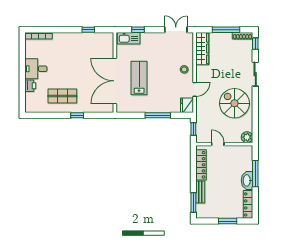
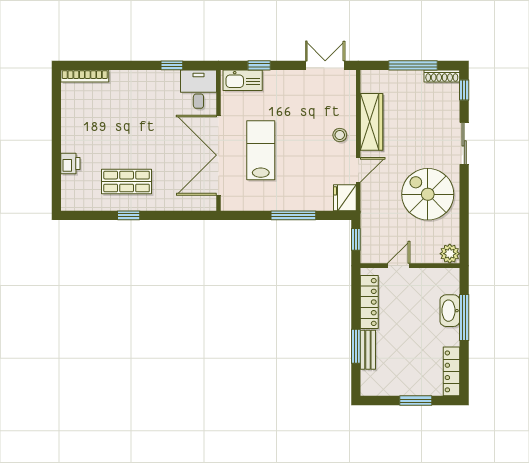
wardrobe: (202, 49) -> (371, 122), moved
desk: (36, 69) -> (198, 89), moved, turned 90
window: (77, 115) -> (129, 215), moved
door: (218, 144) -> (399, 266), hinge flipped
washbasin: (247, 180) -> (450, 311), moved
window: (193, 202) -> (356, 346), moved

